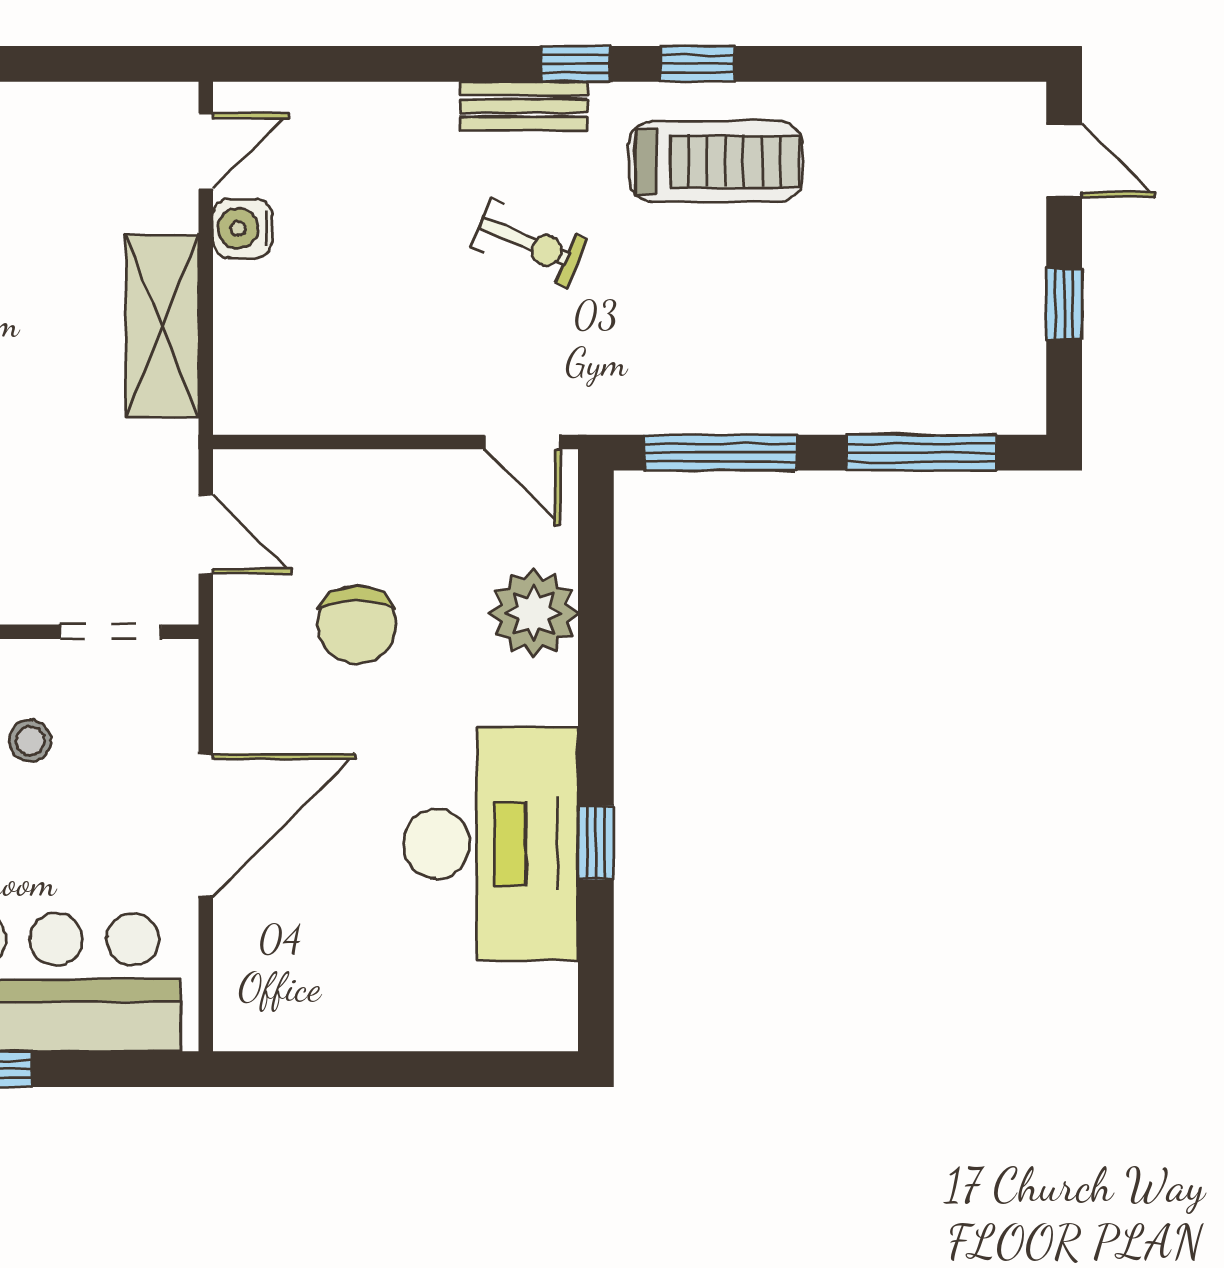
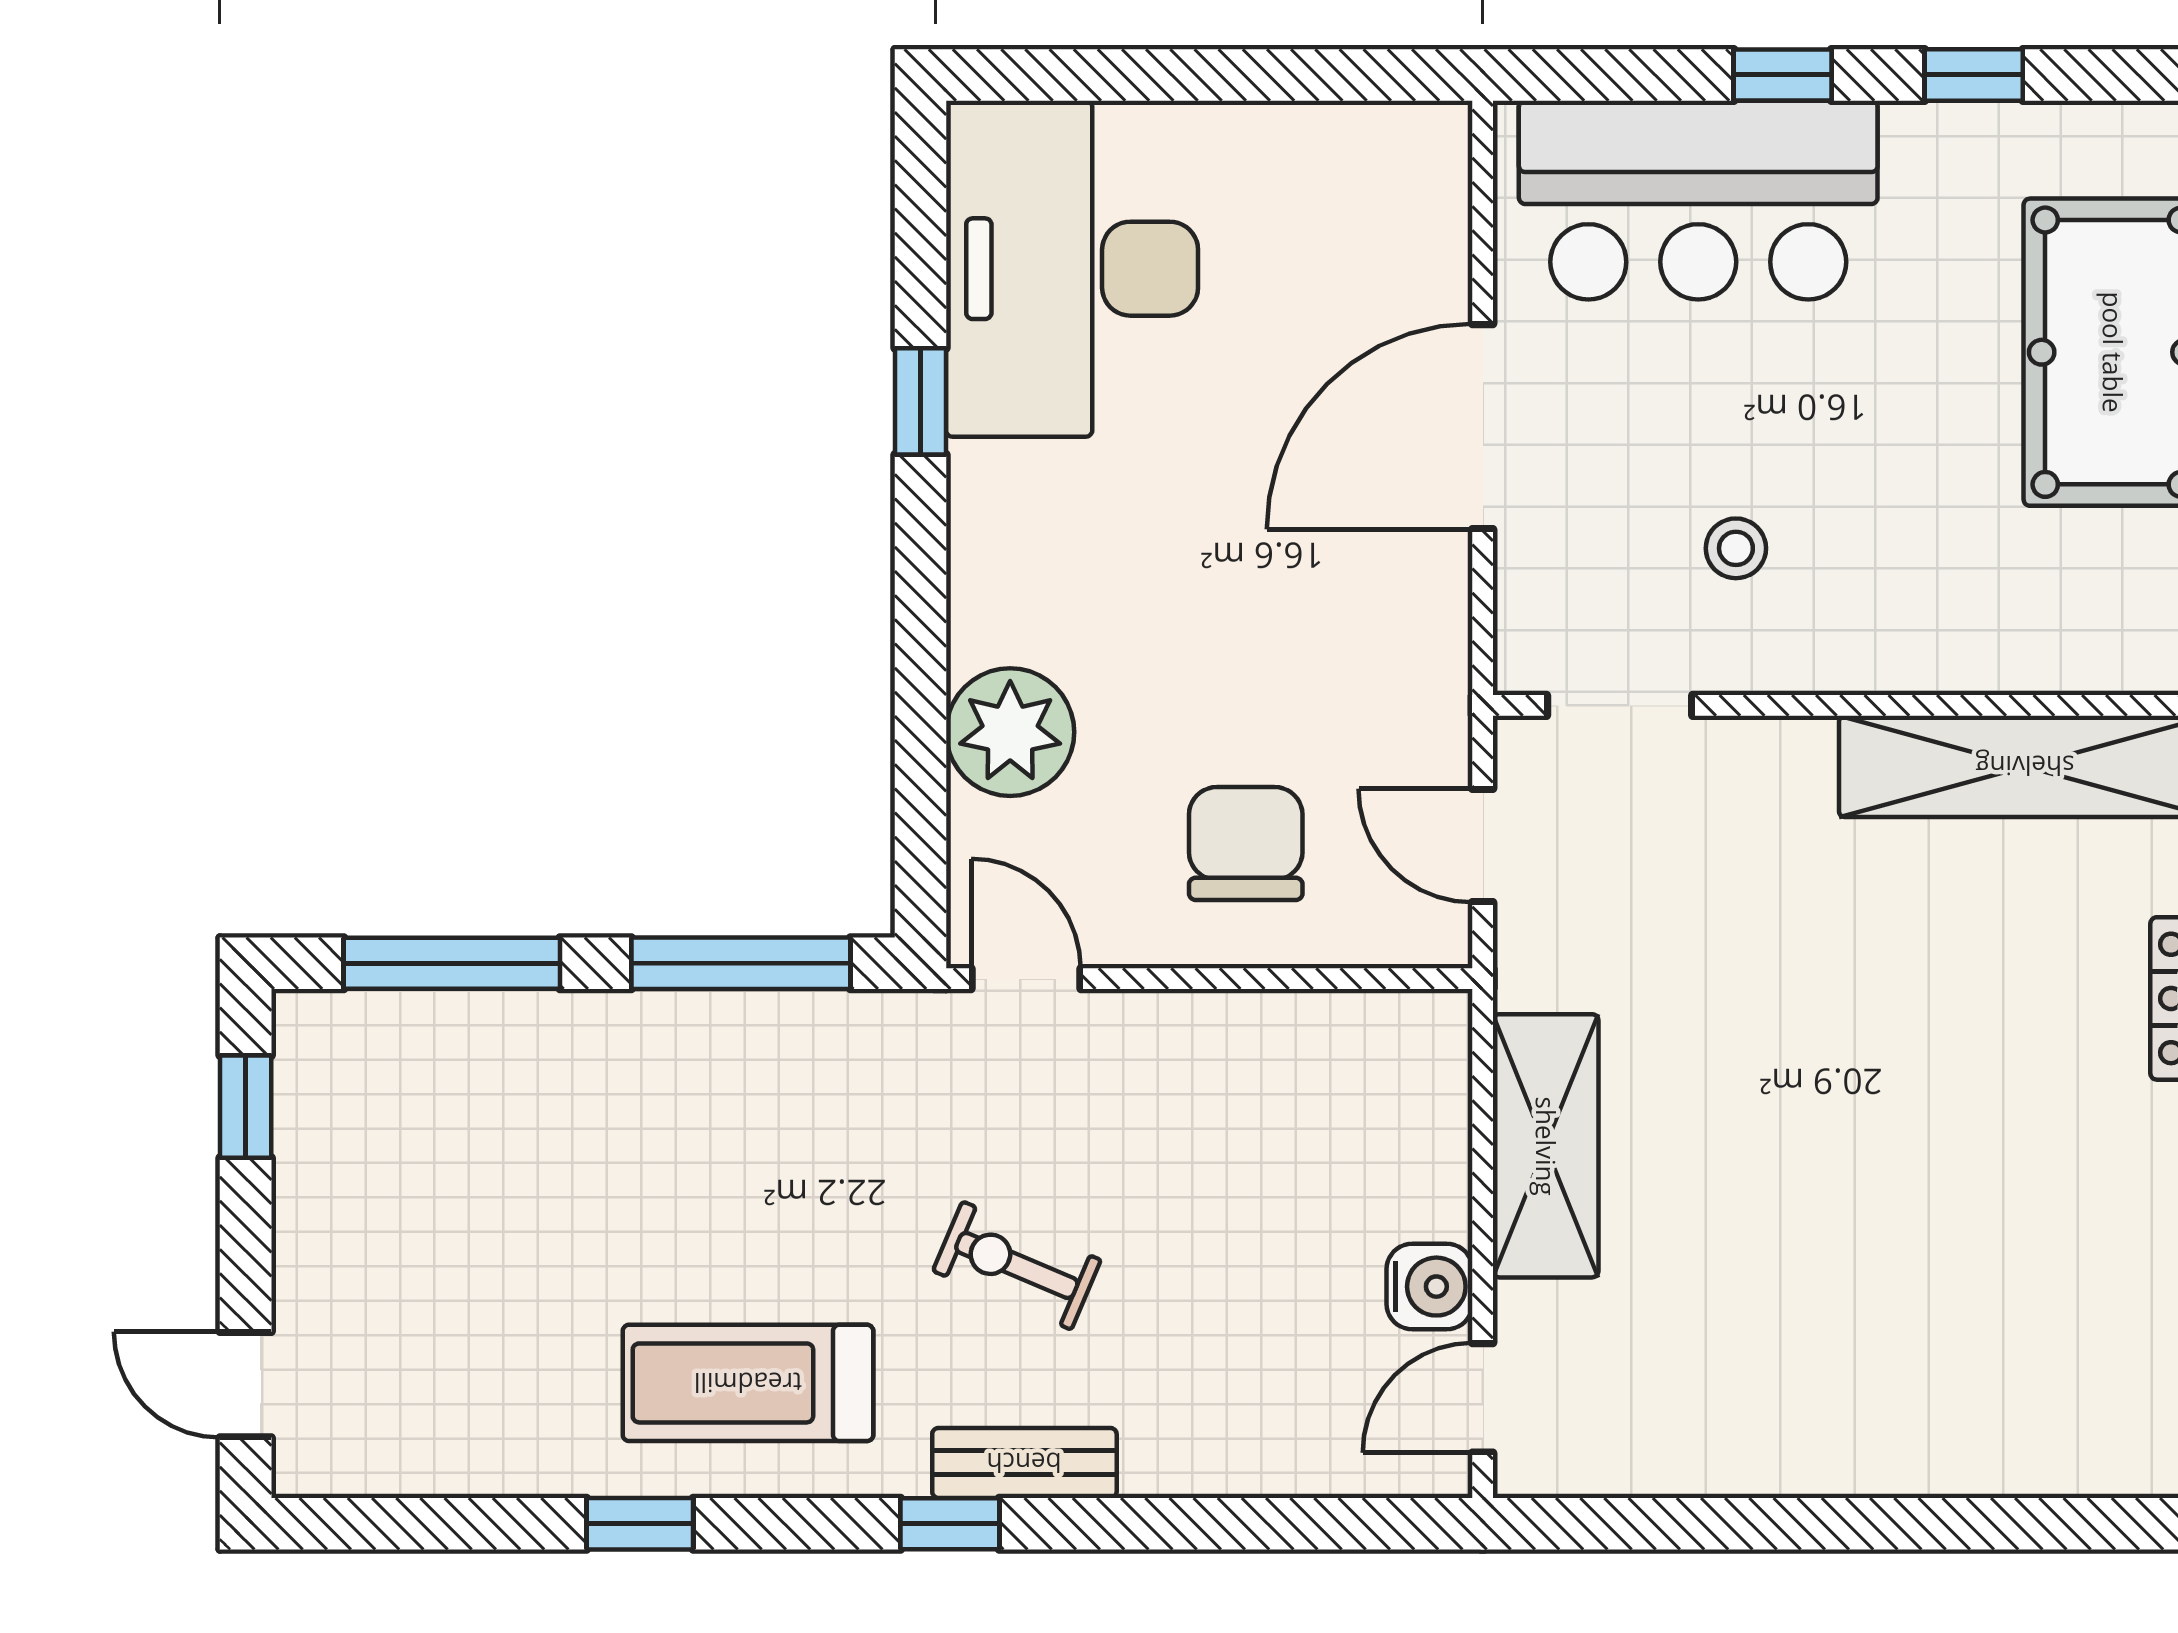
window: (698, 64) -> (640, 1524), moved
window: (1064, 304) -> (246, 1107), moved
chair: (357, 625) -> (1246, 844), moved
desk: (491, 844) -> (1072, 269), moved

